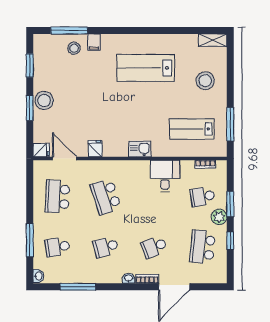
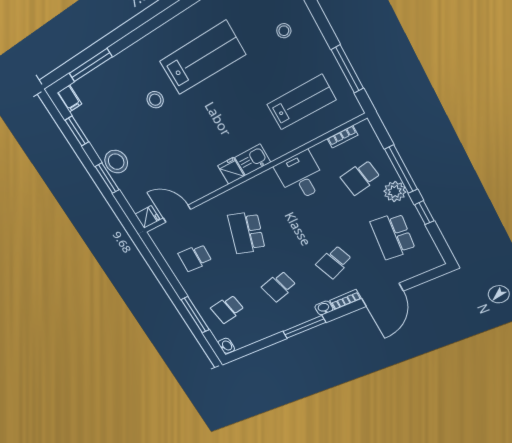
filing cabinet: (94, 42) -> (69, 98), moved
stool: (74, 48) -> (155, 100), moved
lab bench: (146, 68) -> (202, 58), turned 180
stool: (205, 81) -> (284, 31), width x0.53, depth x0.53
lab bench: (192, 129) -> (301, 102), turned 180
fridge: (95, 149) -> (231, 171), moved
school desk: (57, 197) -> (195, 258), width x0.54
school desk: (106, 197) -> (246, 233), turned 36
window: (230, 204) -> (401, 169), width x1.44
window: (78, 287) -> (304, 327), moved

